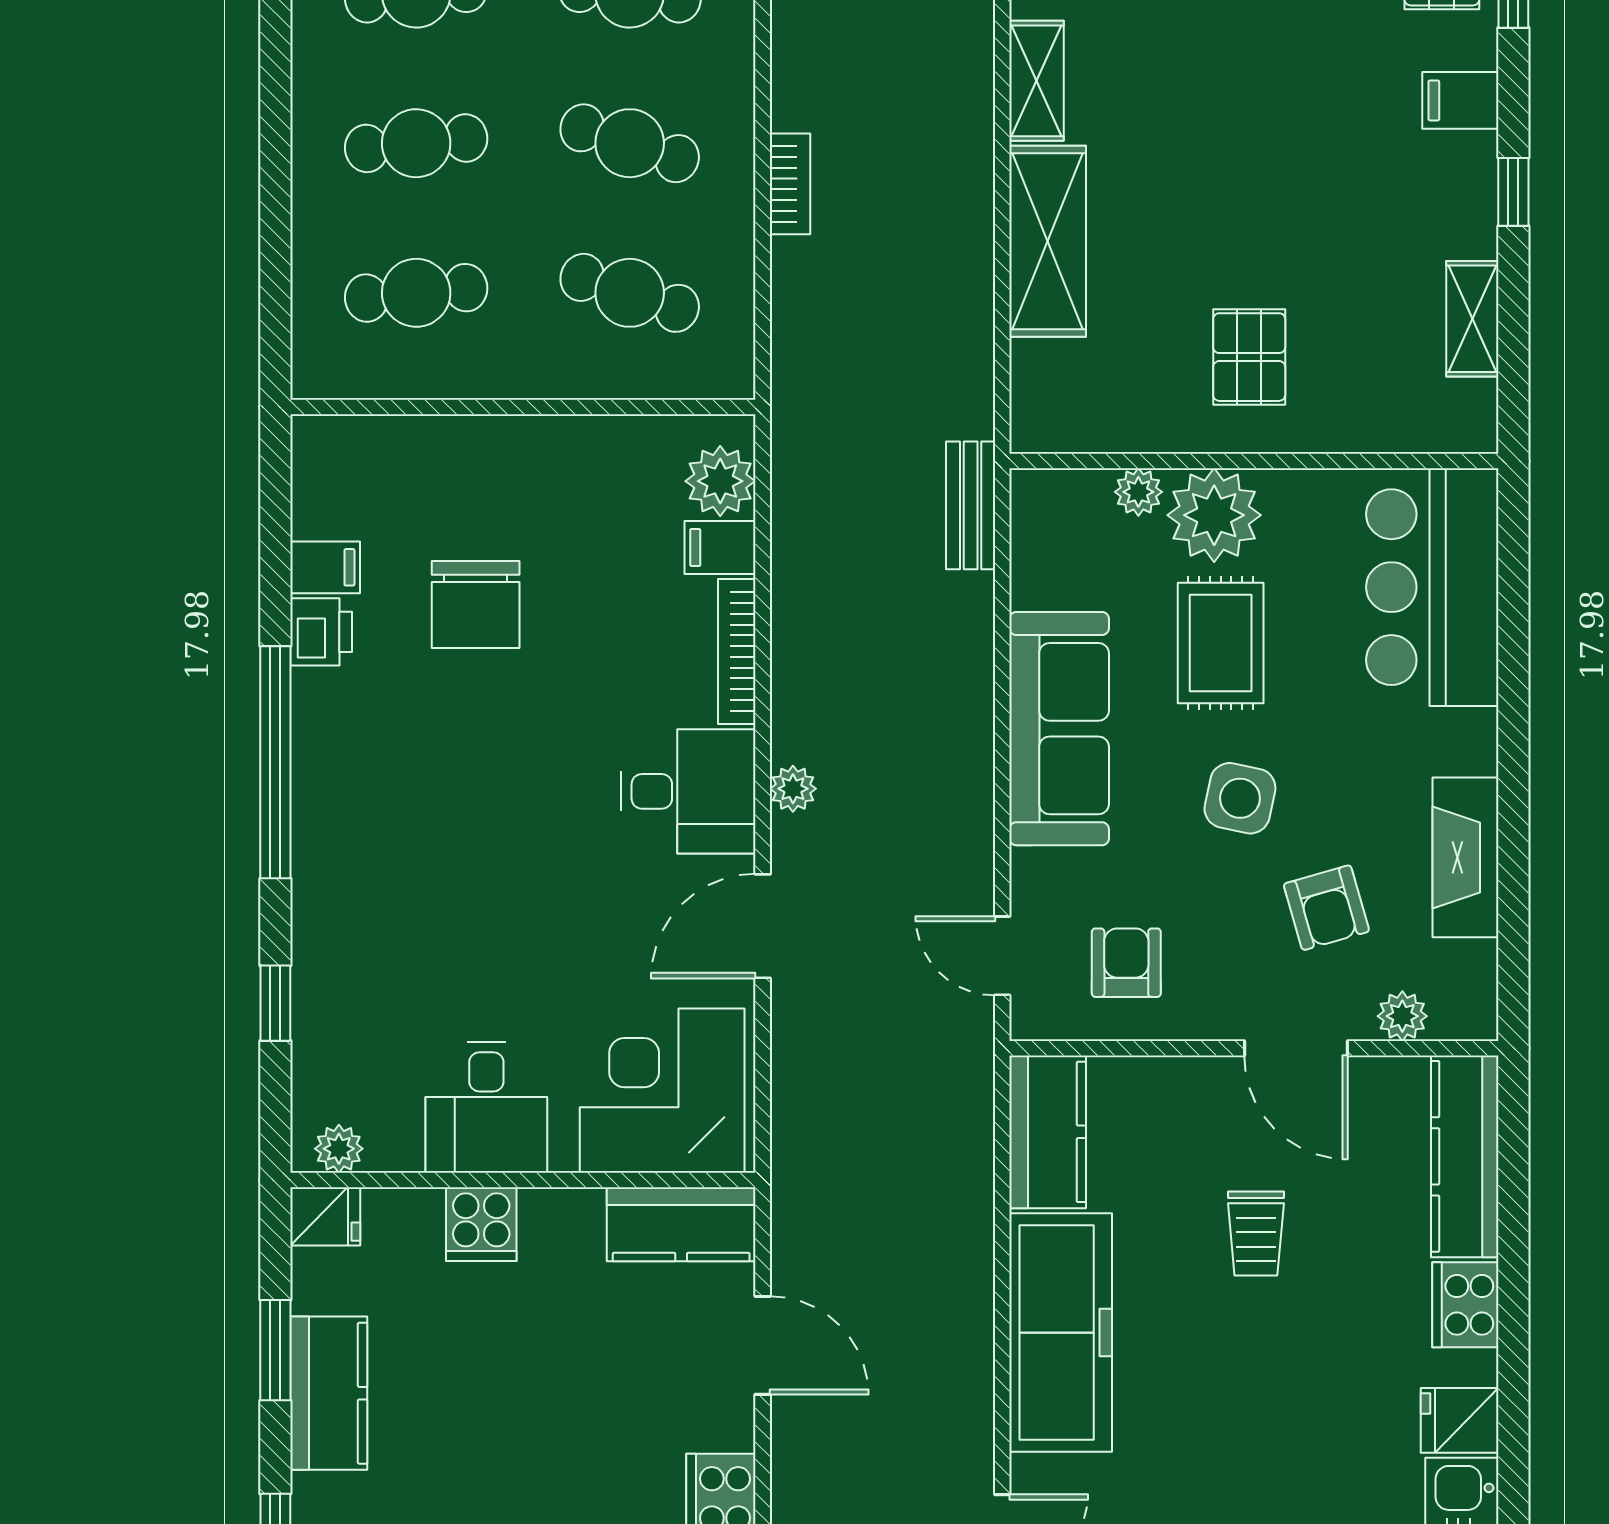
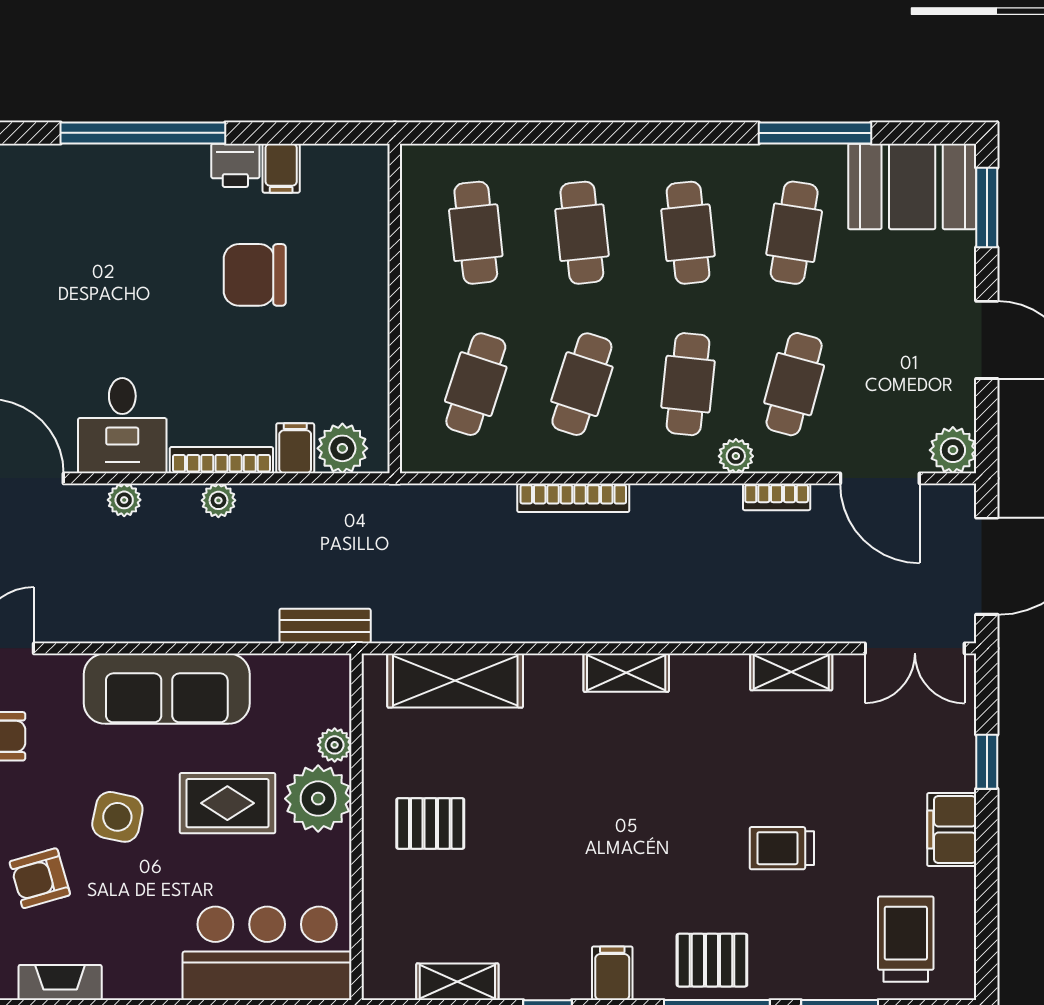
bookcase: (790, 184) -> (573, 498), width x1.56
shelving: (1048, 241) -> (455, 681), moved
plant: (794, 656) -> (218, 500), added
fireplace: (1466, 857) -> (60, 982), width x0.73, depth x0.76

